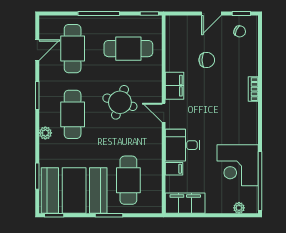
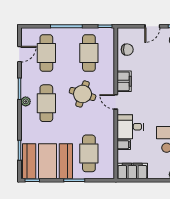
cafe table: (128, 49) -> (89, 53), turned 90
chair: (207, 60) -> (127, 50), moved
plant: (45, 133) -> (26, 101), moved

